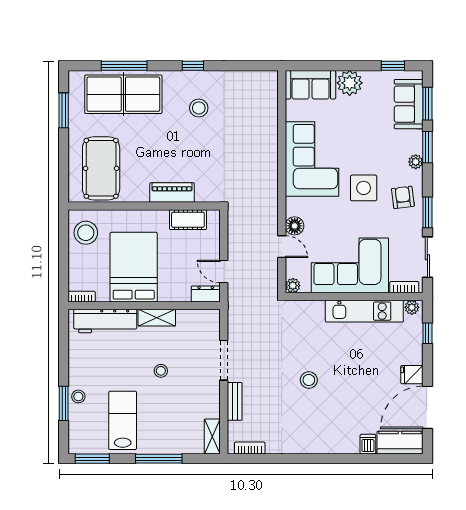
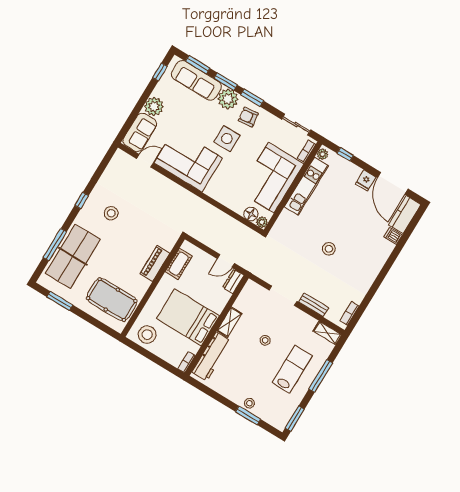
sofa: (409, 104) -> (196, 80), width x1.36
plant: (416, 162) -> (228, 99), width x1.87, depth x1.87
window: (427, 212) -> (252, 98), moved
floor lamp: (295, 226) -> (251, 214), moved
door: (282, 247) -> (145, 161), moved
lab bench: (123, 420) -> (292, 369), moved, turned 90

